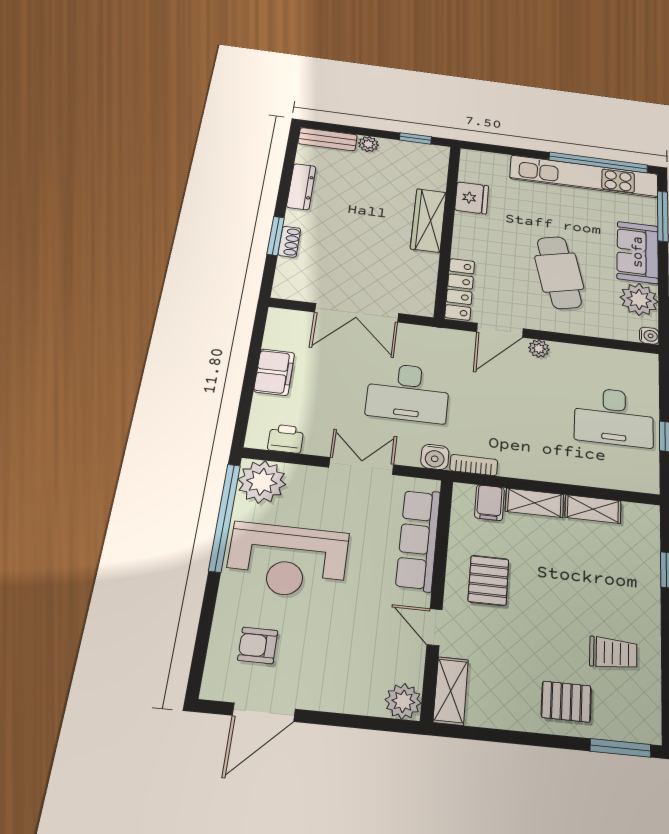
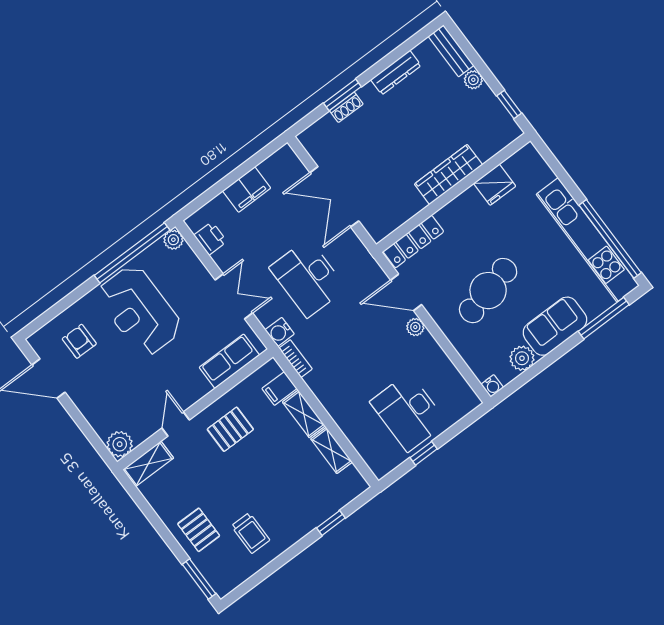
plant: (639, 299) -> (522, 358), width x0.73, depth x0.73
plant: (262, 482) -> (173, 240), width x0.53, depth x0.53
row of seats: (418, 539) -> (229, 361), width x0.68

